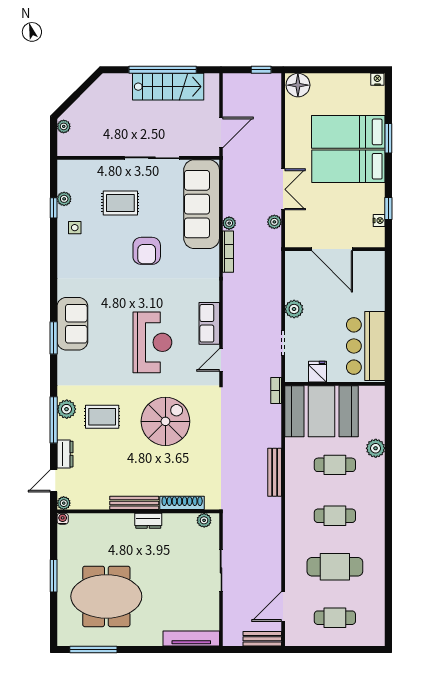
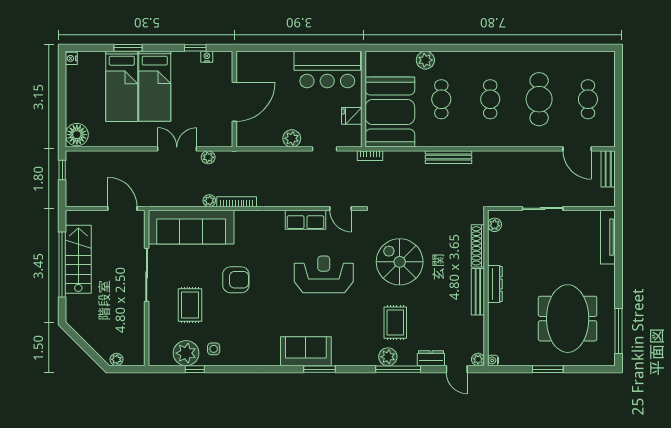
plant: (64, 199) -> (186, 353), width x1.87, depth x1.87
dresser: (148, 521) -> (495, 284), width x1.44

